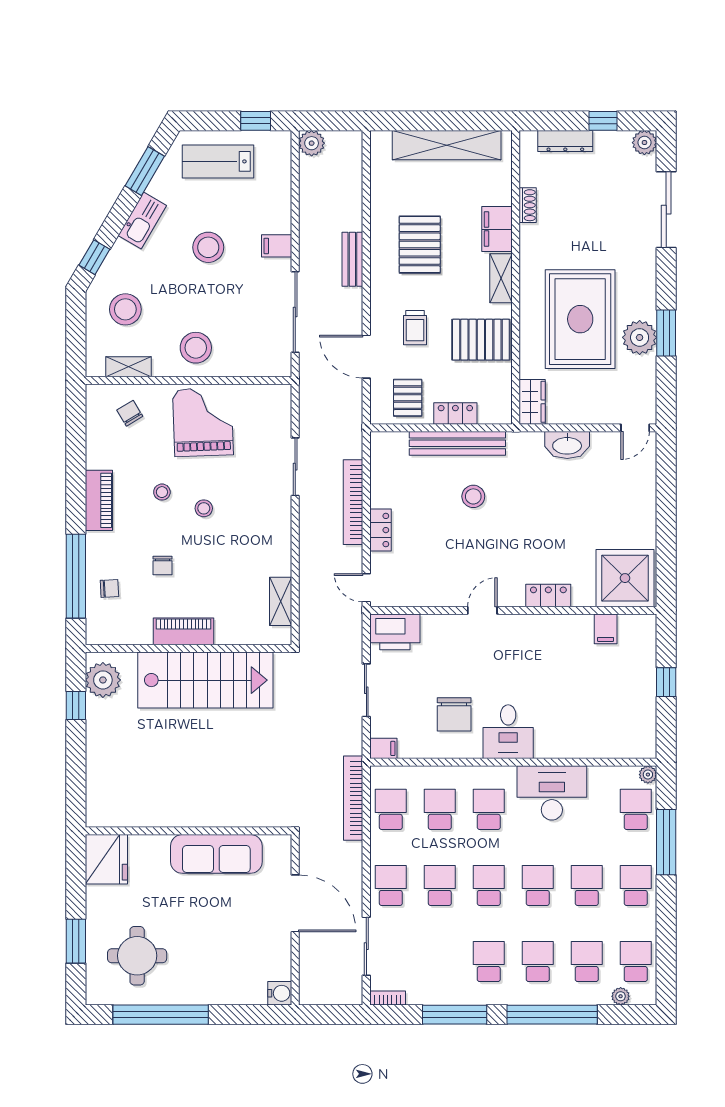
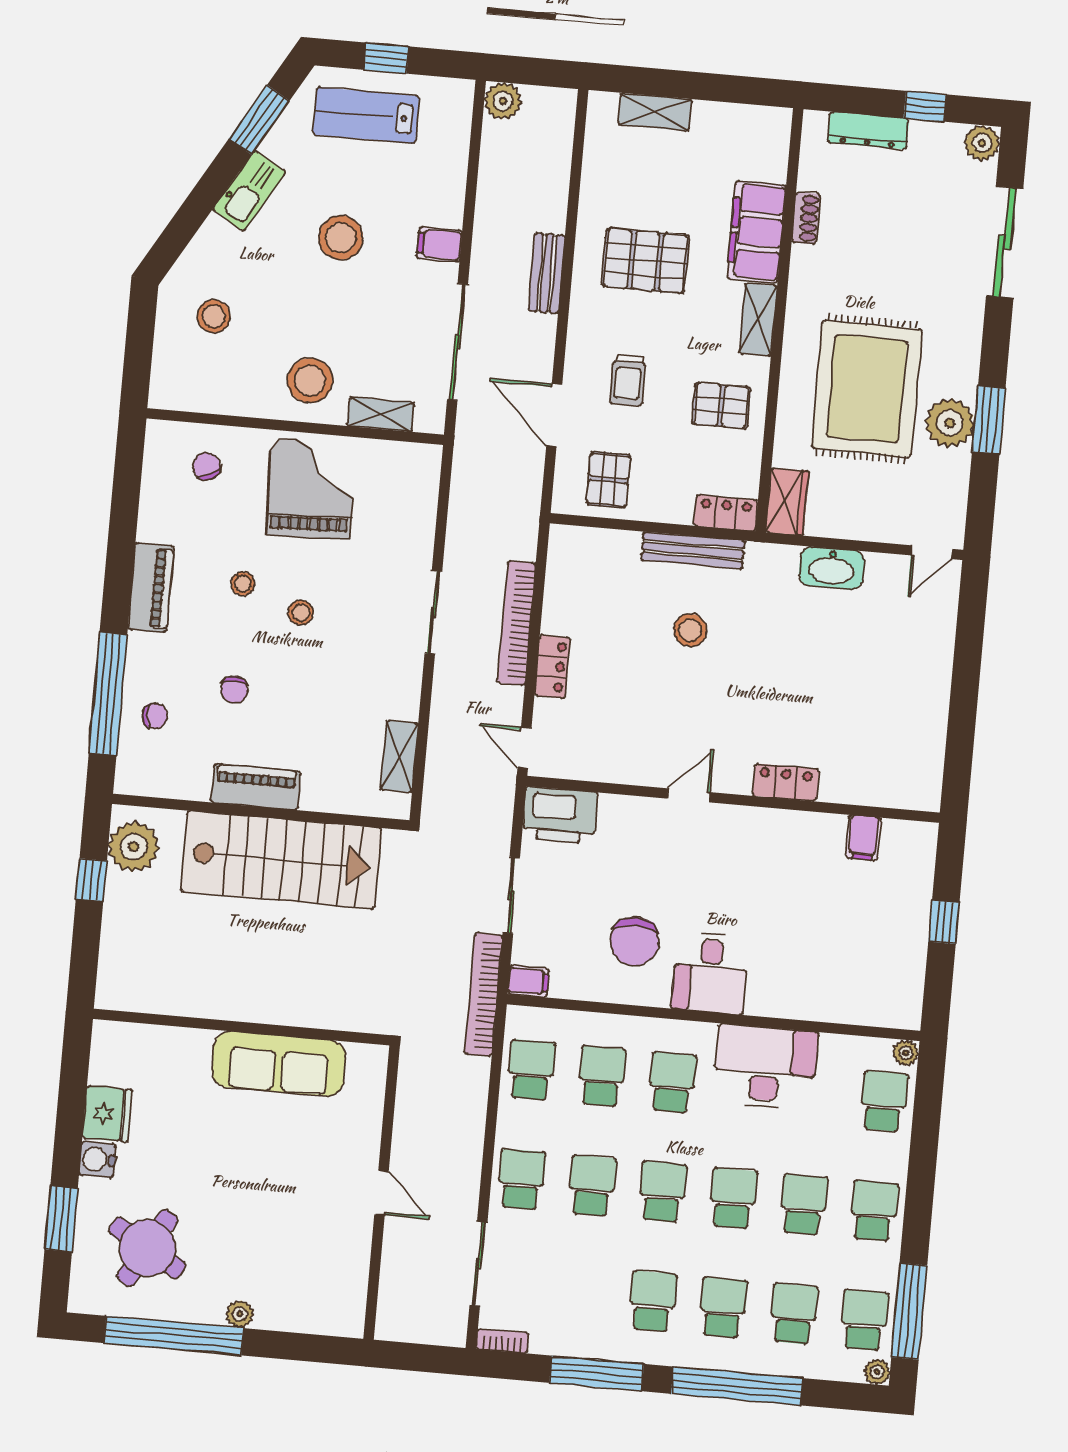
window: (256, 121) -> (386, 58), moved
shelving: (447, 145) -> (655, 112), width x0.45, depth x0.75
filing cabinet: (497, 229) -> (756, 232), width x1.50, depth x1.17
pallet: (420, 245) -> (645, 261), turned 90
window: (94, 257) -> (176, 237), removed
stool: (125, 309) -> (214, 316), width x0.73, depth x0.73
pallet: (481, 340) -> (721, 406), width x0.67, depth x0.71
shelving: (129, 367) -> (381, 414), moved
locker: (455, 413) -> (726, 513), moved
bench: (457, 443) -> (693, 550), width x0.73, depth x0.82
sliding door: (295, 467) -> (433, 612), moved
shower: (625, 578) -> (898, 767), removed
bookcase: (353, 798) -> (483, 994), moved
wall: (188, 831) -> (242, 1027), moved
window: (666, 842) -> (909, 1311), moved
sofa: (216, 854) -> (279, 1064), moved
fridge: (106, 859) -> (107, 1114), width x0.73, depth x0.75
door: (295, 903) -> (382, 1193), width x0.53
round table: (137, 956) -> (147, 1248), turned 30
water cooler: (280, 993) -> (97, 1159), moved, turned 180
plant: (205, 996) -> (240, 1314), added
plant: (621, 996) -> (877, 1372), moved

